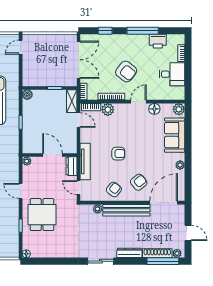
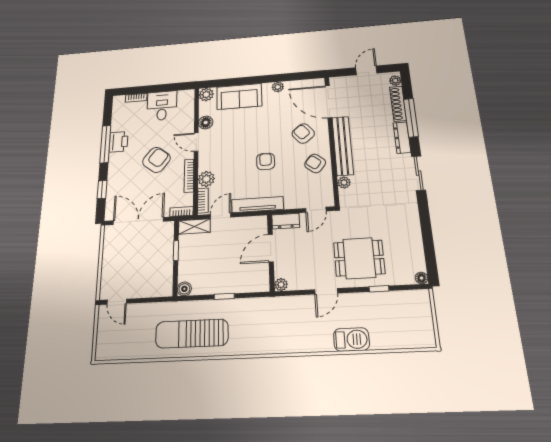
printer: (158, 41) -> (119, 142), moved
tv unit: (85, 161) -> (257, 205), moved
window: (163, 261) -> (411, 118), moved

